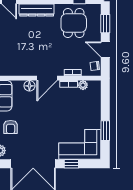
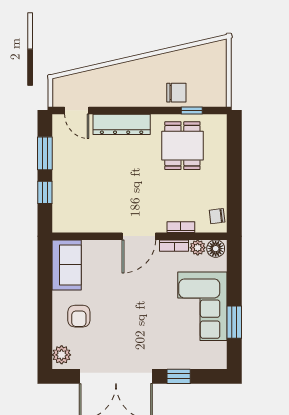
window: (105, 24) -> (234, 147), removed
door: (105, 49) -> (234, 189), removed
floor lamp: (29, 86) -> (216, 249), moved
corner sofa: (80, 144) -> (202, 306), moved, turned -90

